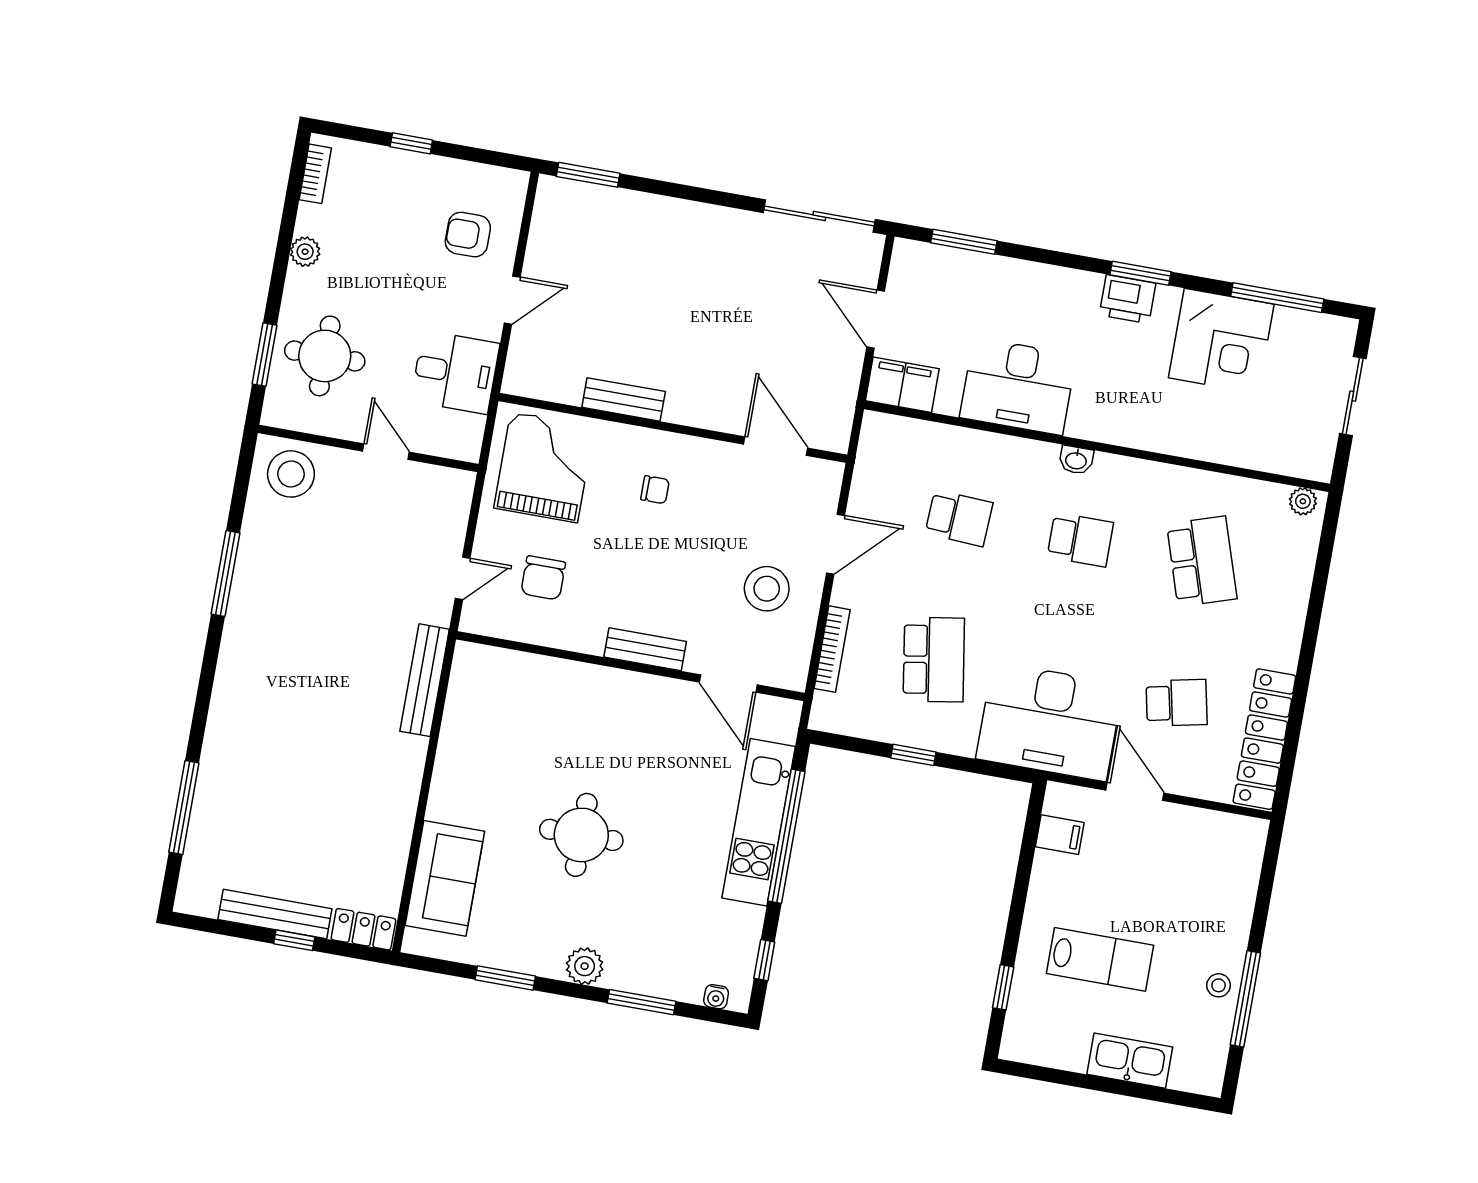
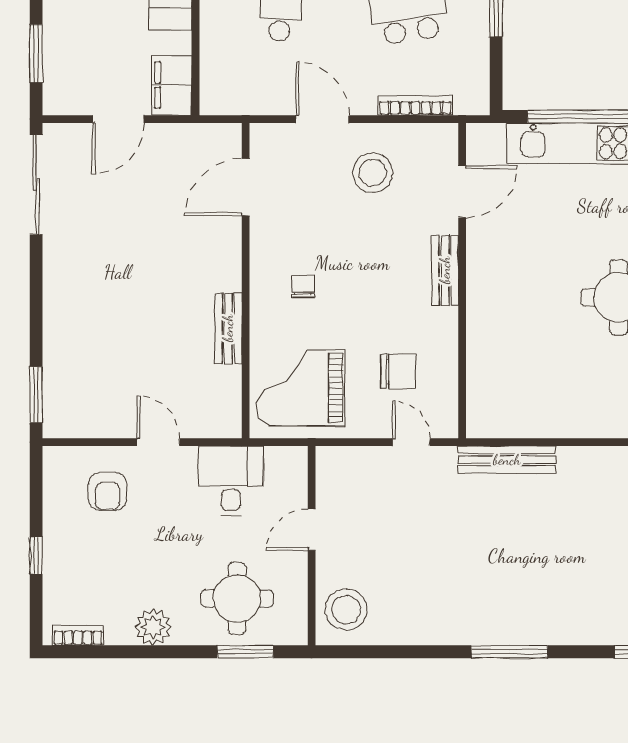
plant: (305, 252) -> (153, 627), width x1.38, depth x1.38
window: (226, 573) -> (510, 652), moved

